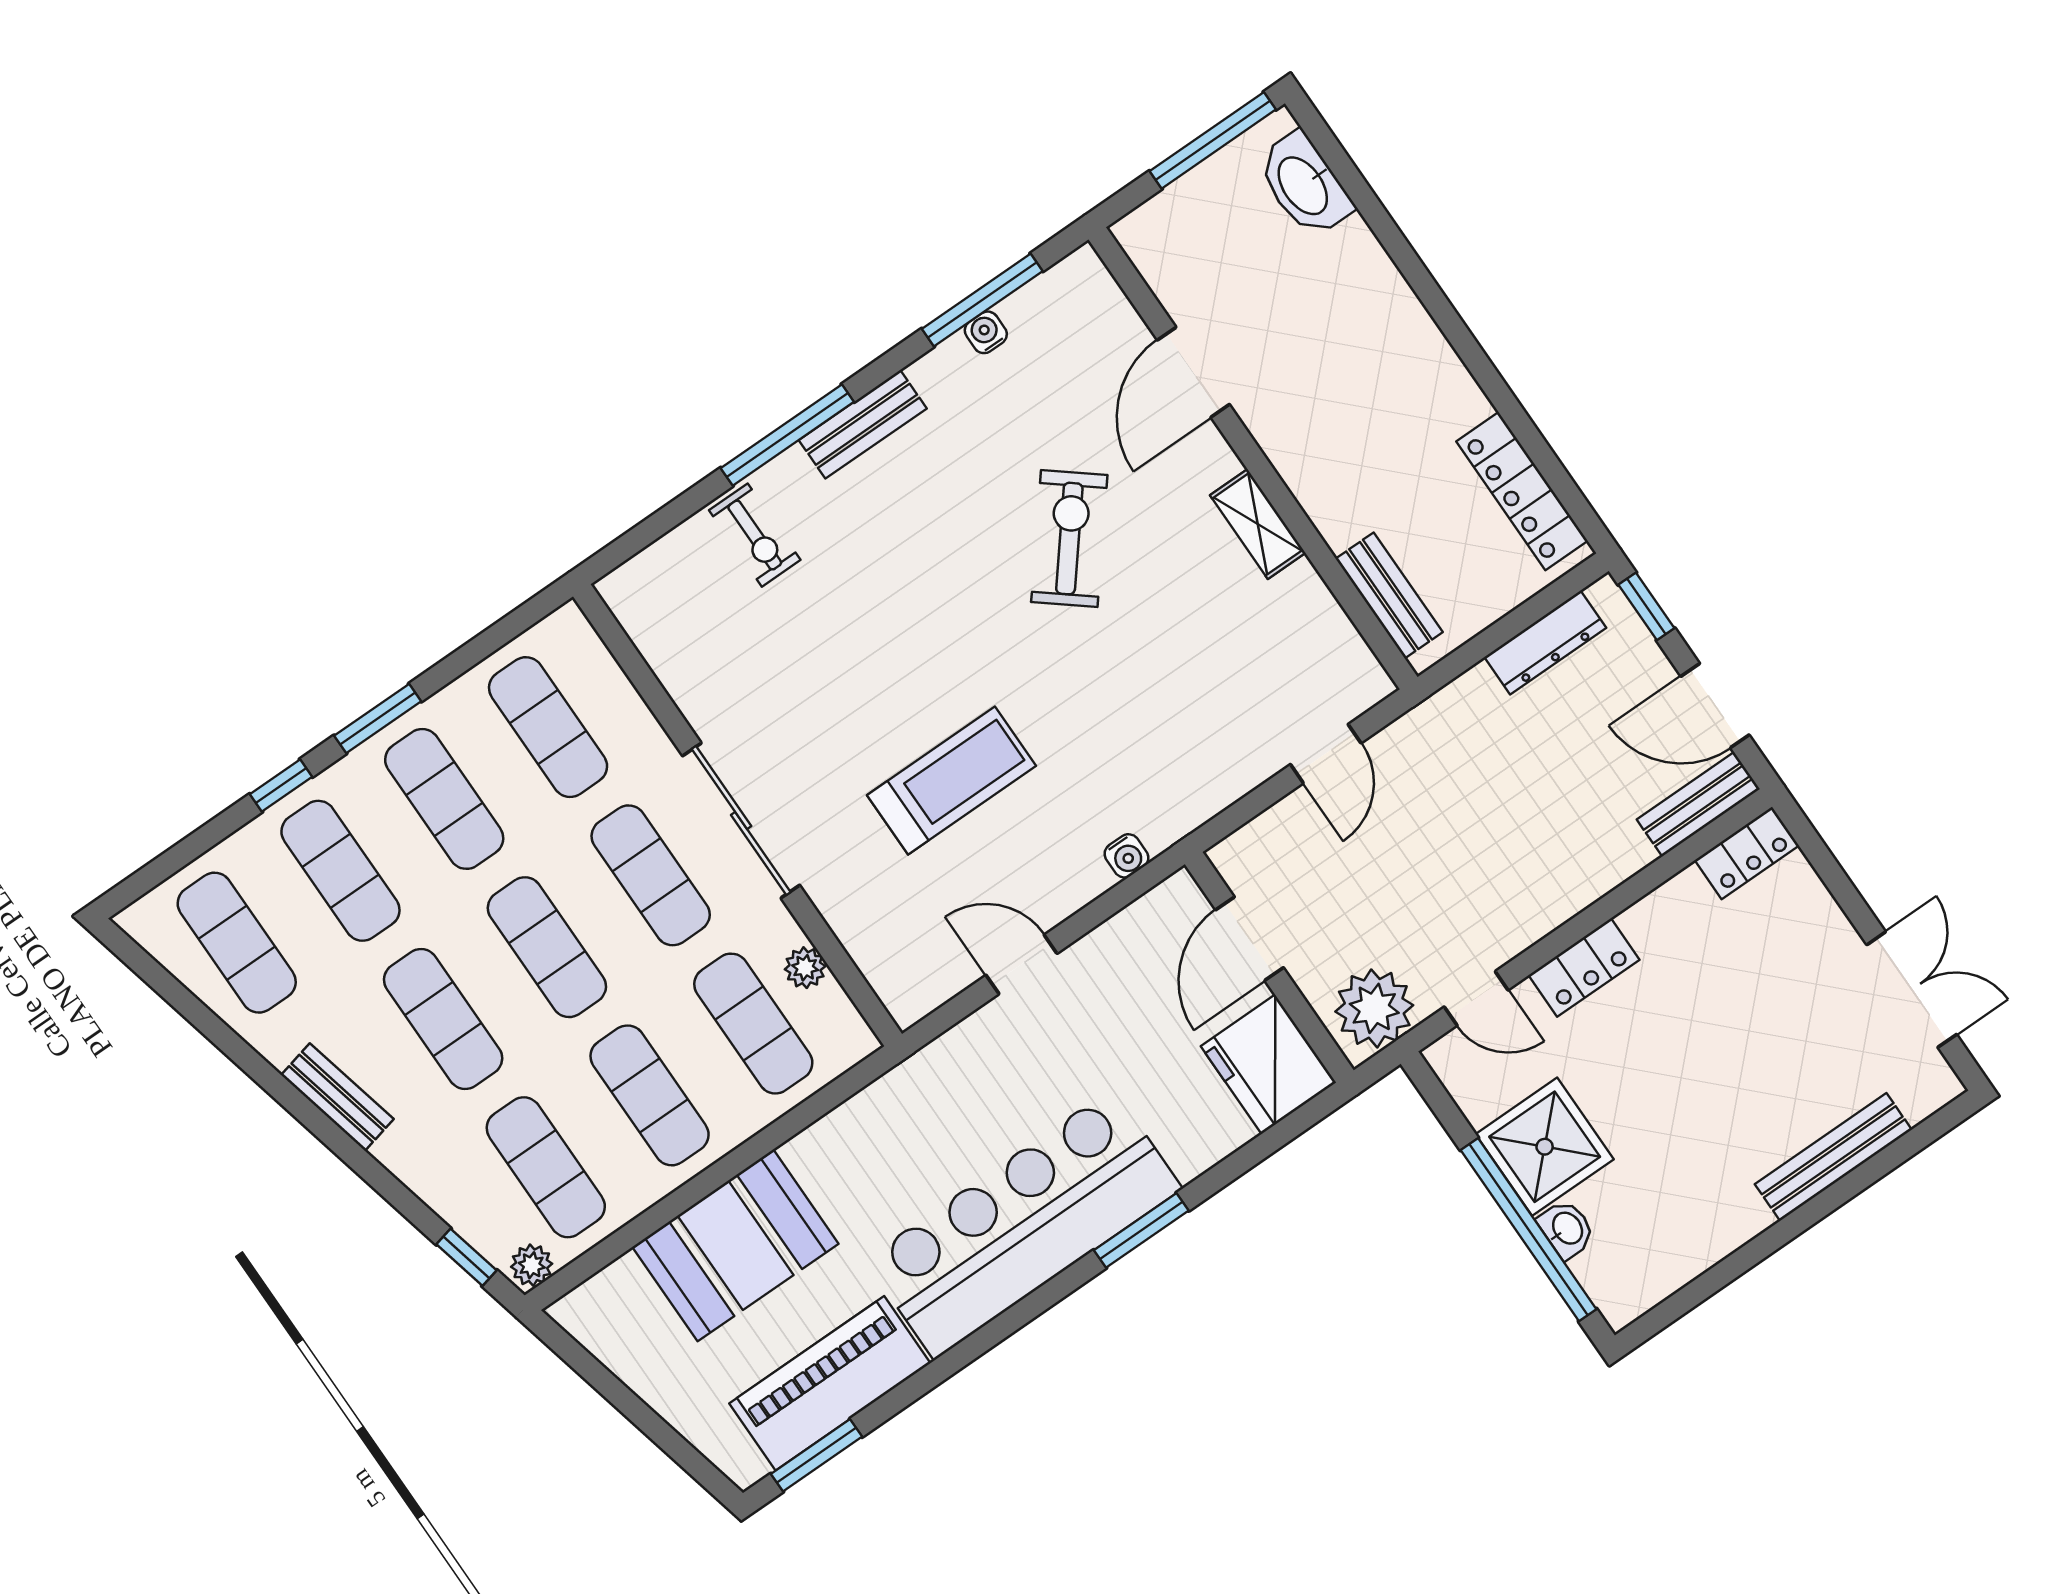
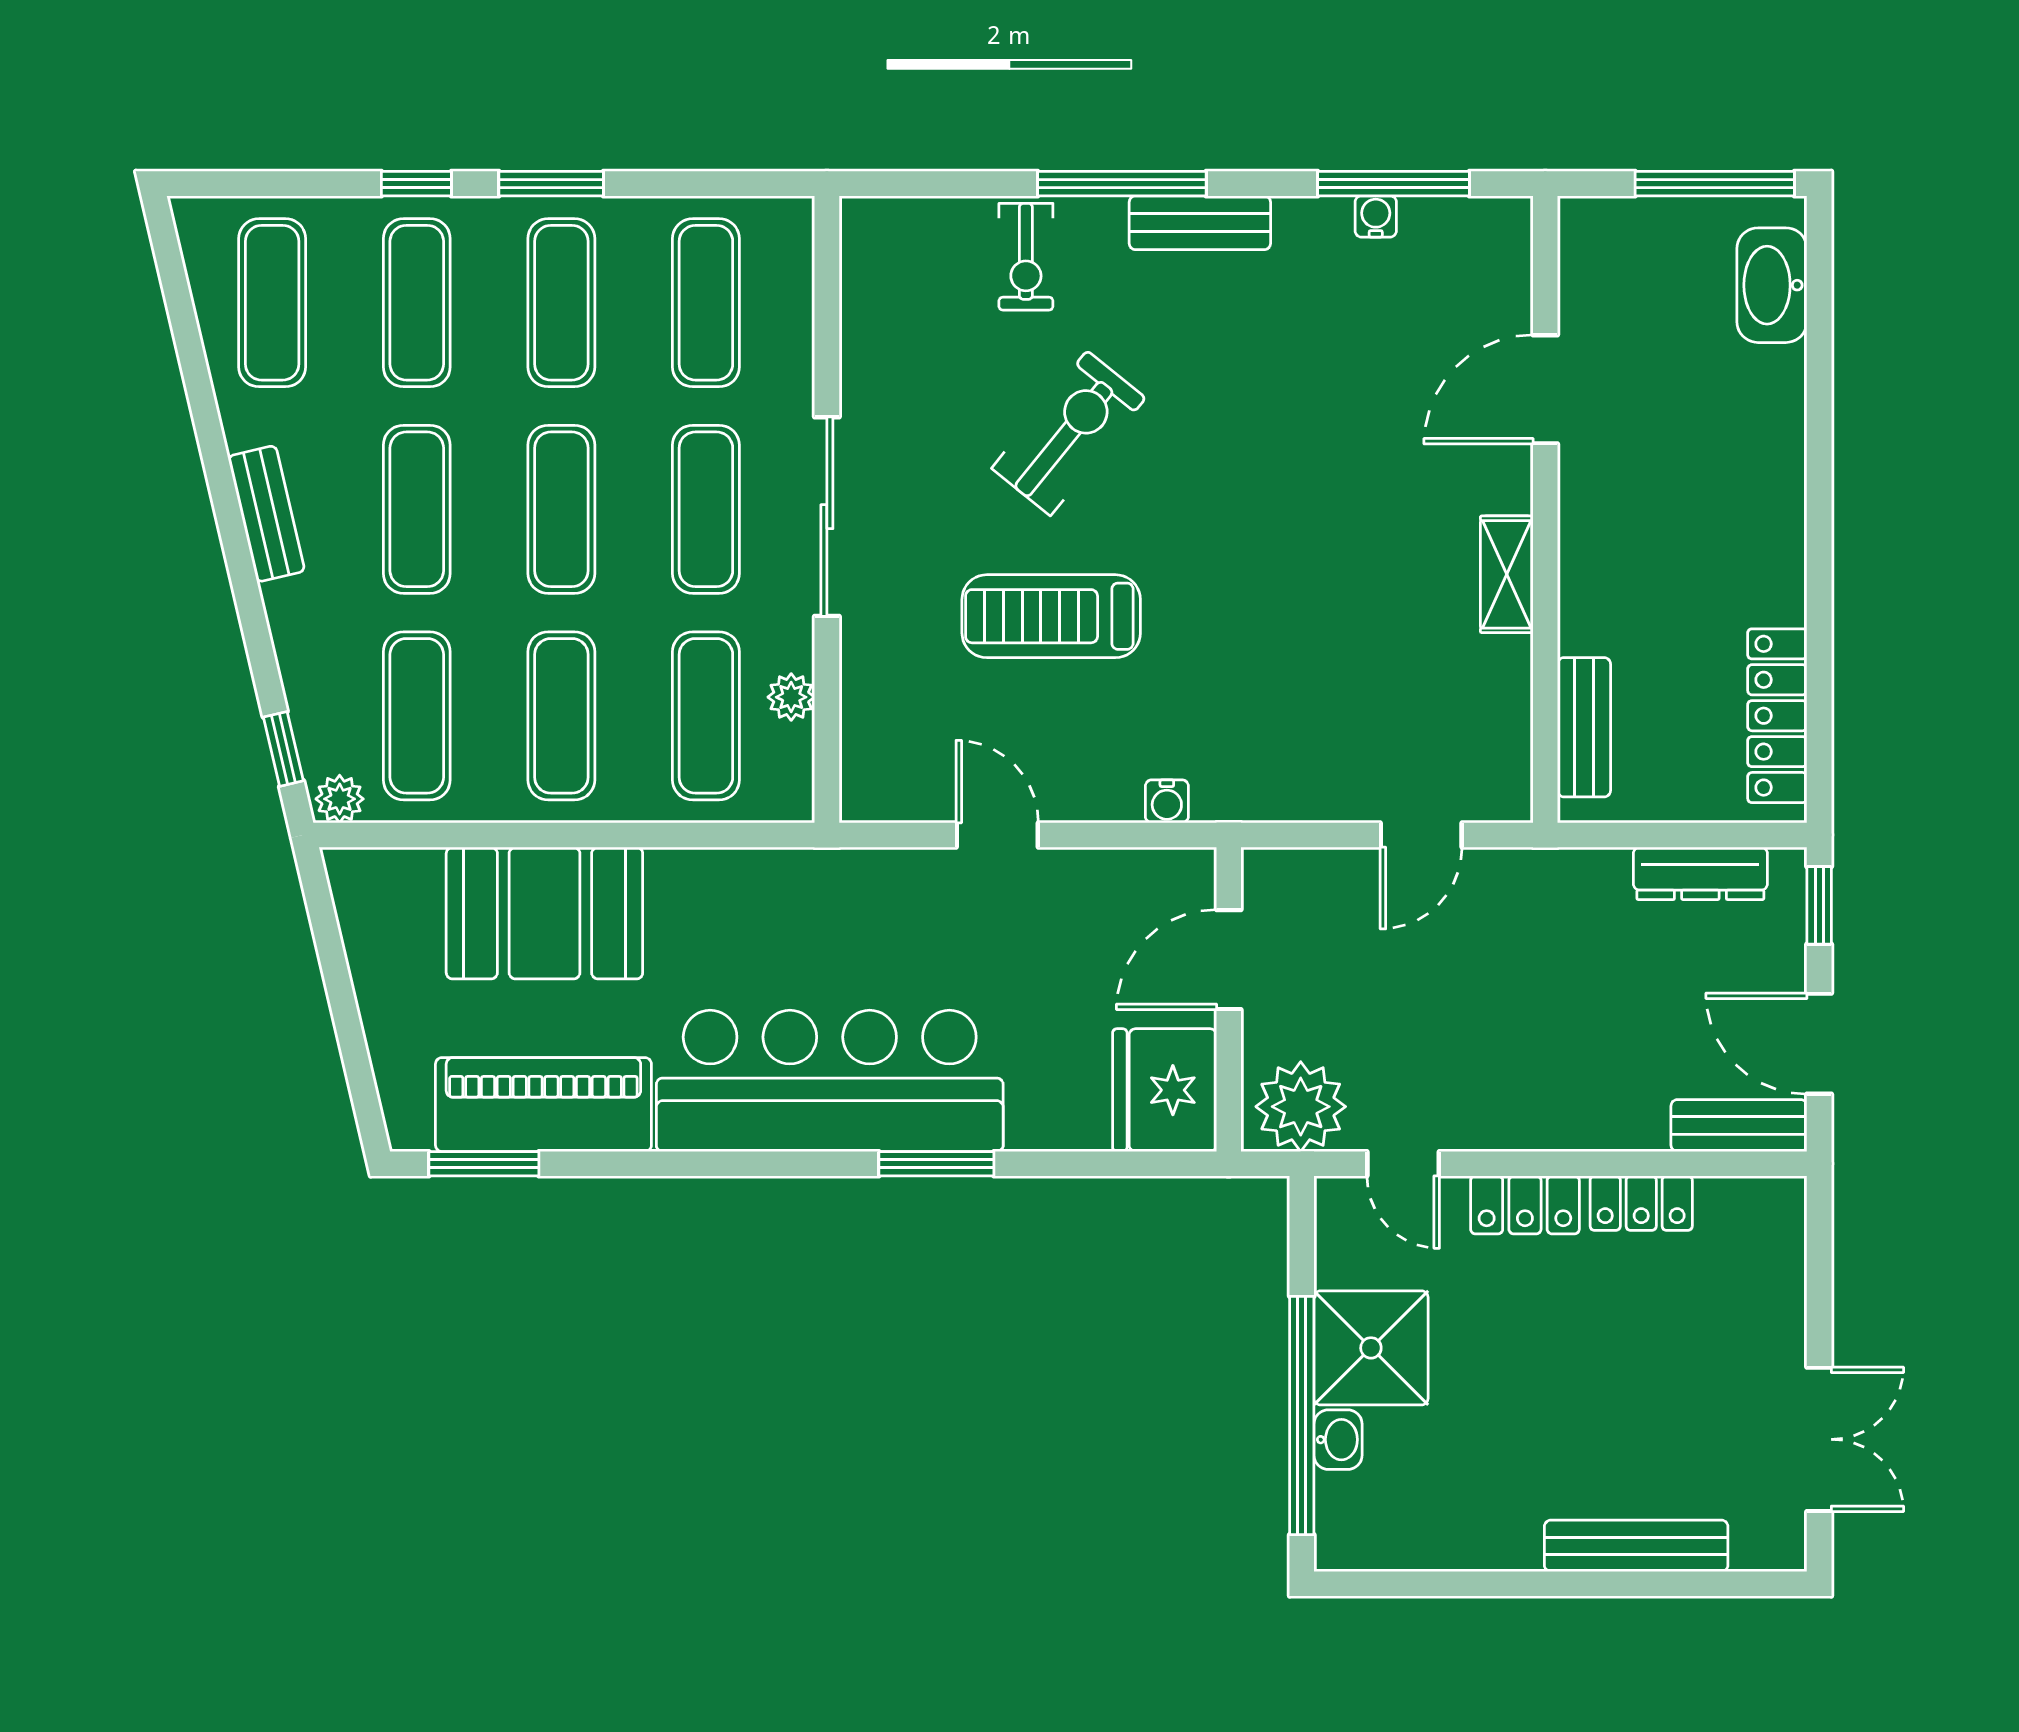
exercise bike: (1069, 539) -> (1069, 433), moved
treadmill: (952, 781) -> (1051, 616), turned 180
locker: (1747, 853) -> (1641, 1203), moved

